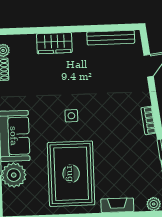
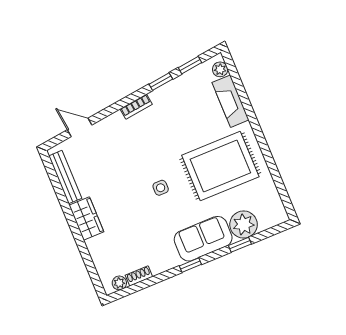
wardrobe: (54, 43) -> (86, 219), moved
fireplace: (117, 205) -> (231, 101), width x1.37, depth x1.32

